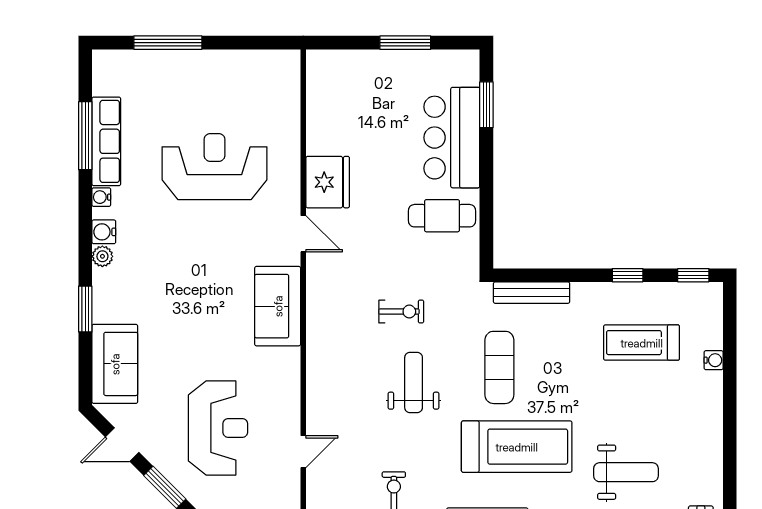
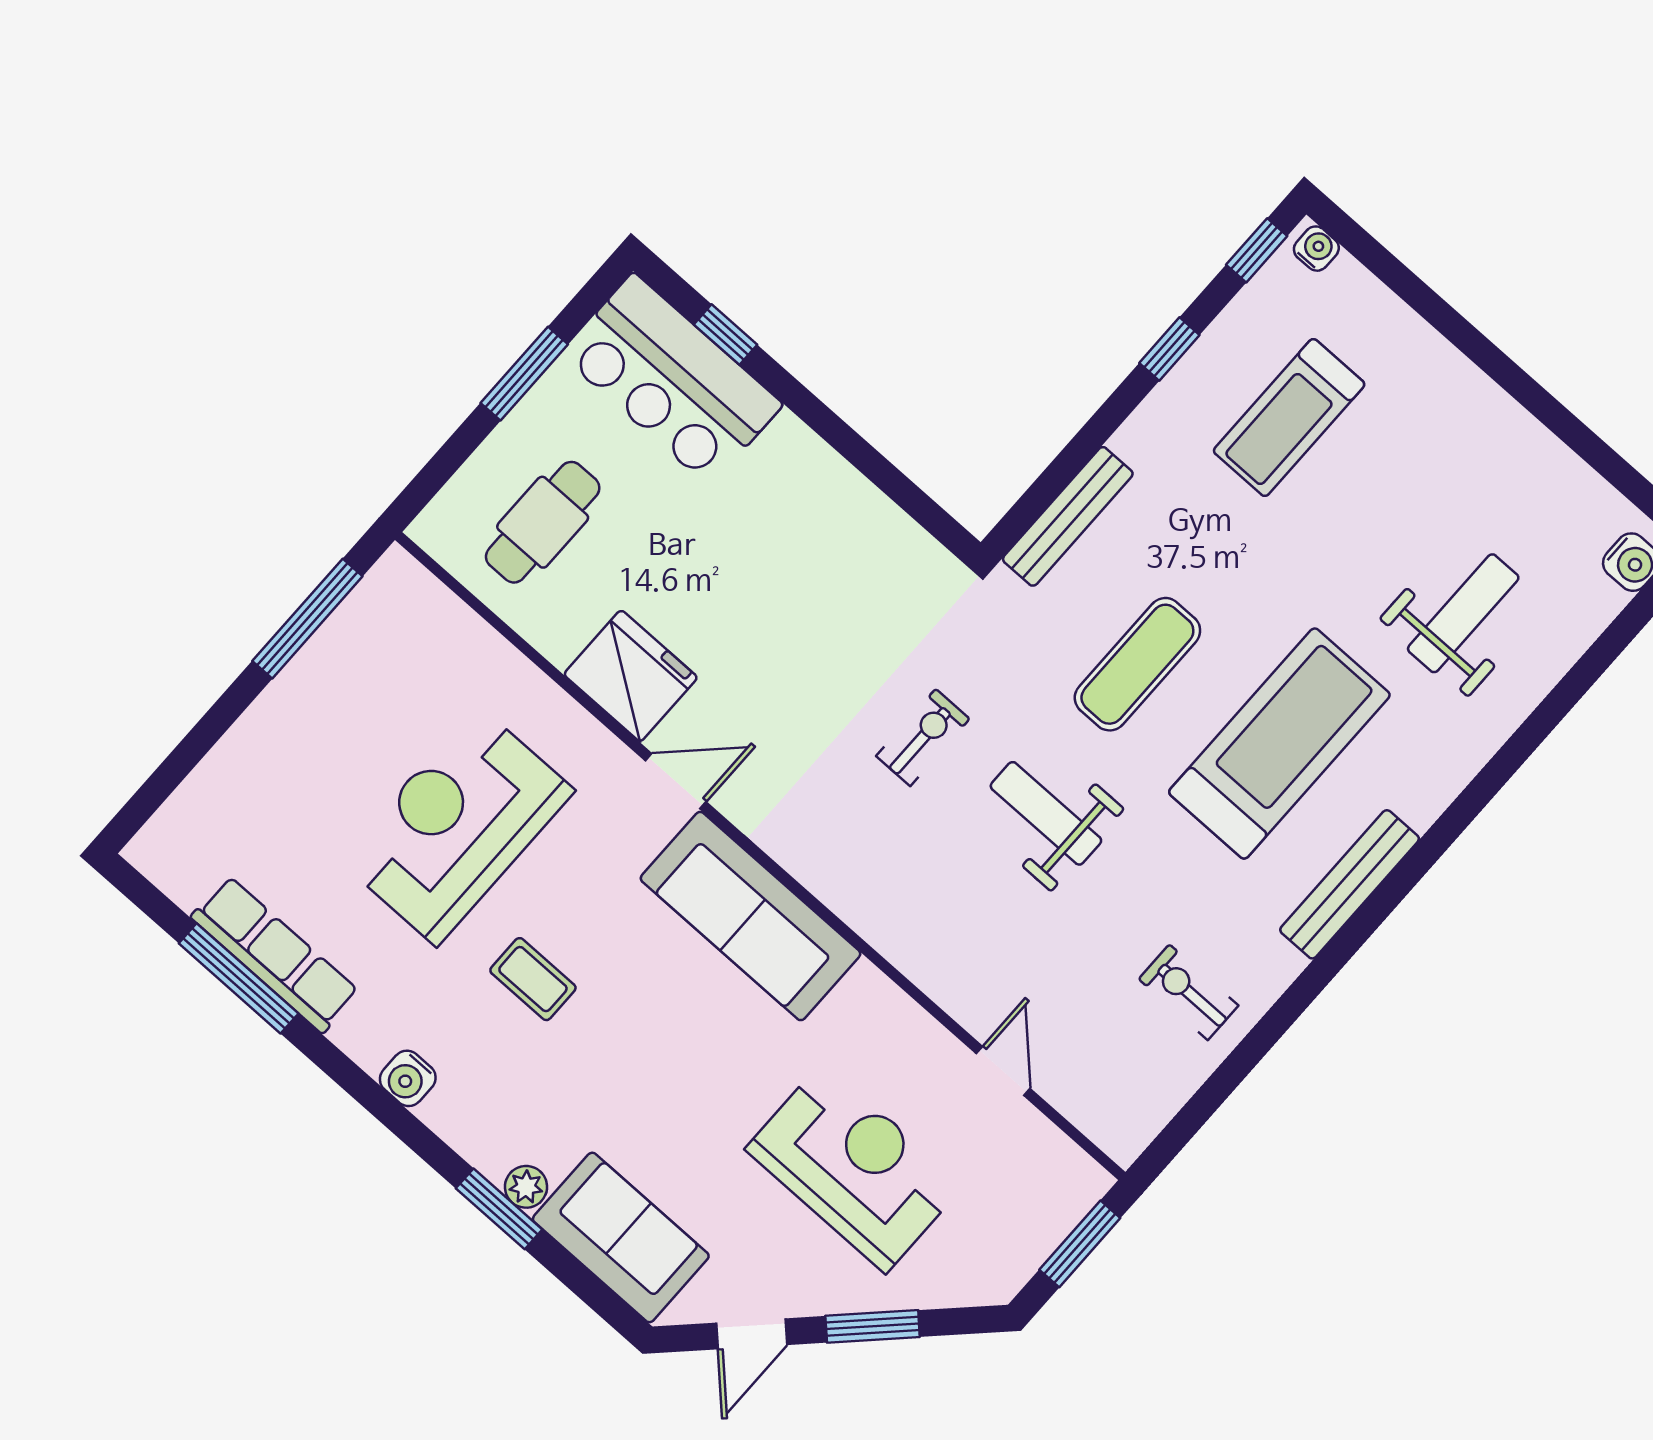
window: (168, 43) -> (307, 619), moved
window: (486, 105) -> (726, 335), width x0.67
bar counter: (452, 138) -> (672, 379), moved
water cooler: (101, 197) -> (352, 1036), removed
cafe table: (442, 216) -> (543, 522), moved
coffee table: (182, 246) -> (533, 979), added
plant: (102, 256) -> (526, 1187), moved
sofa: (278, 306) -> (750, 916), width x1.36
water cooler: (714, 360) -> (1316, 249), moved
exercise mat: (499, 367) -> (1137, 664), turned 90

